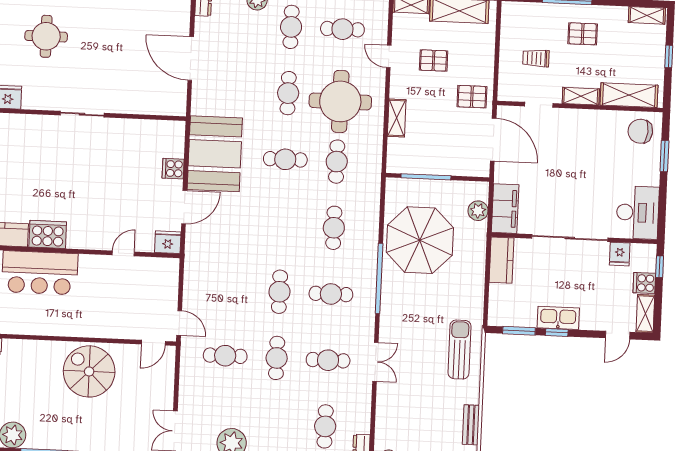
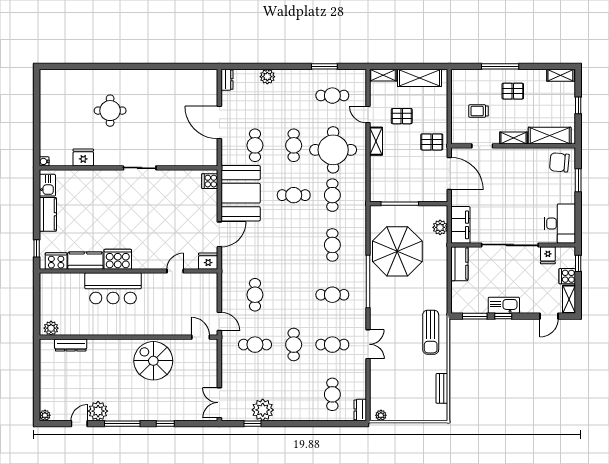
cafe table: (291, 27) -> (255, 145), moved
shelving: (397, 118) -> (376, 141), moved
cooker: (173, 169) -> (210, 181), moved
cafe table: (279, 292) -> (255, 295), moved
door: (153, 343) -> (201, 337), swing flipped
sun lounger: (459, 350) -> (431, 332), turned 180

